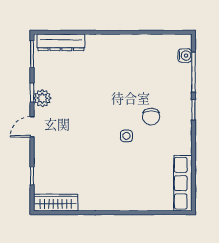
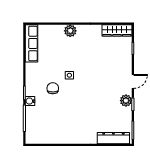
water cooler: (185, 56) -> (30, 101), moved
plant: (125, 202) -> (70, 31), added

